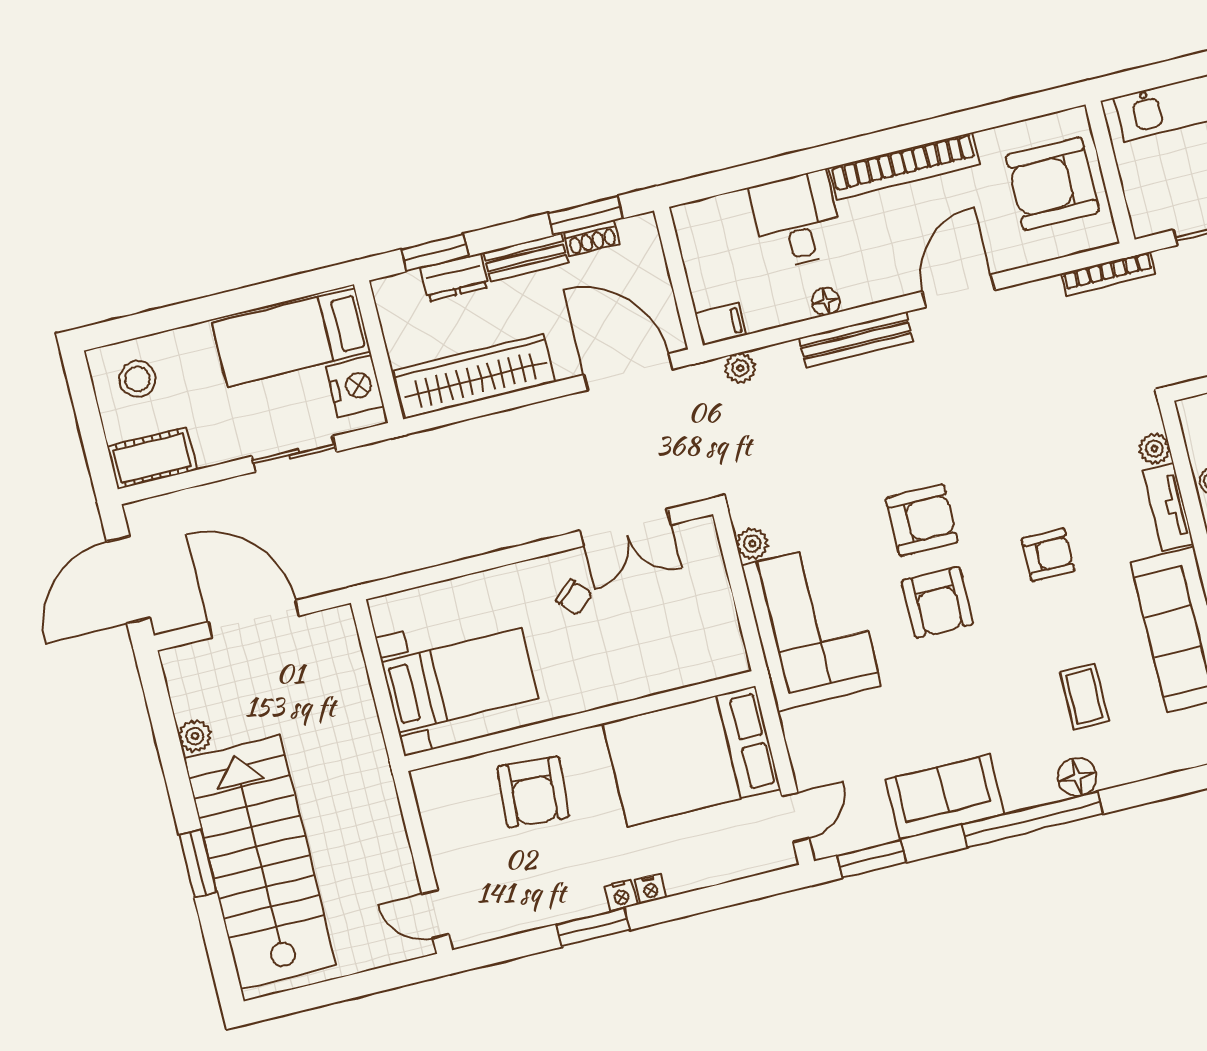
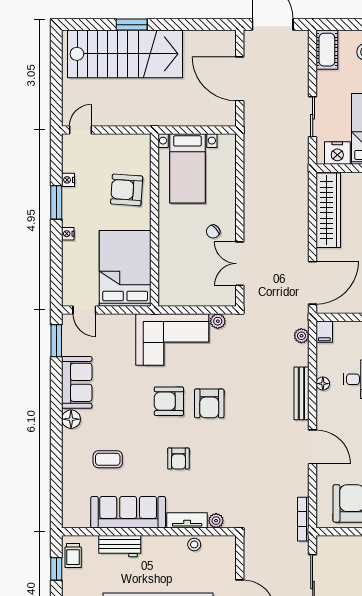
door: (254, 619) -> (240, 79), swing flipped
plant: (195, 736) -> (192, 38), removed
floor lamp: (1077, 777) -> (71, 419), moved
window: (1033, 819) -> (56, 421), removed
nightstand: (621, 895) -> (68, 180), moved

